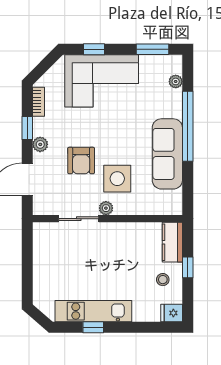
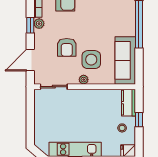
plant: (40, 144) -> (39, 24), moved
sofa: (167, 154) -> (125, 60), moved
sliding door: (79, 219) -> (54, 87), moved

